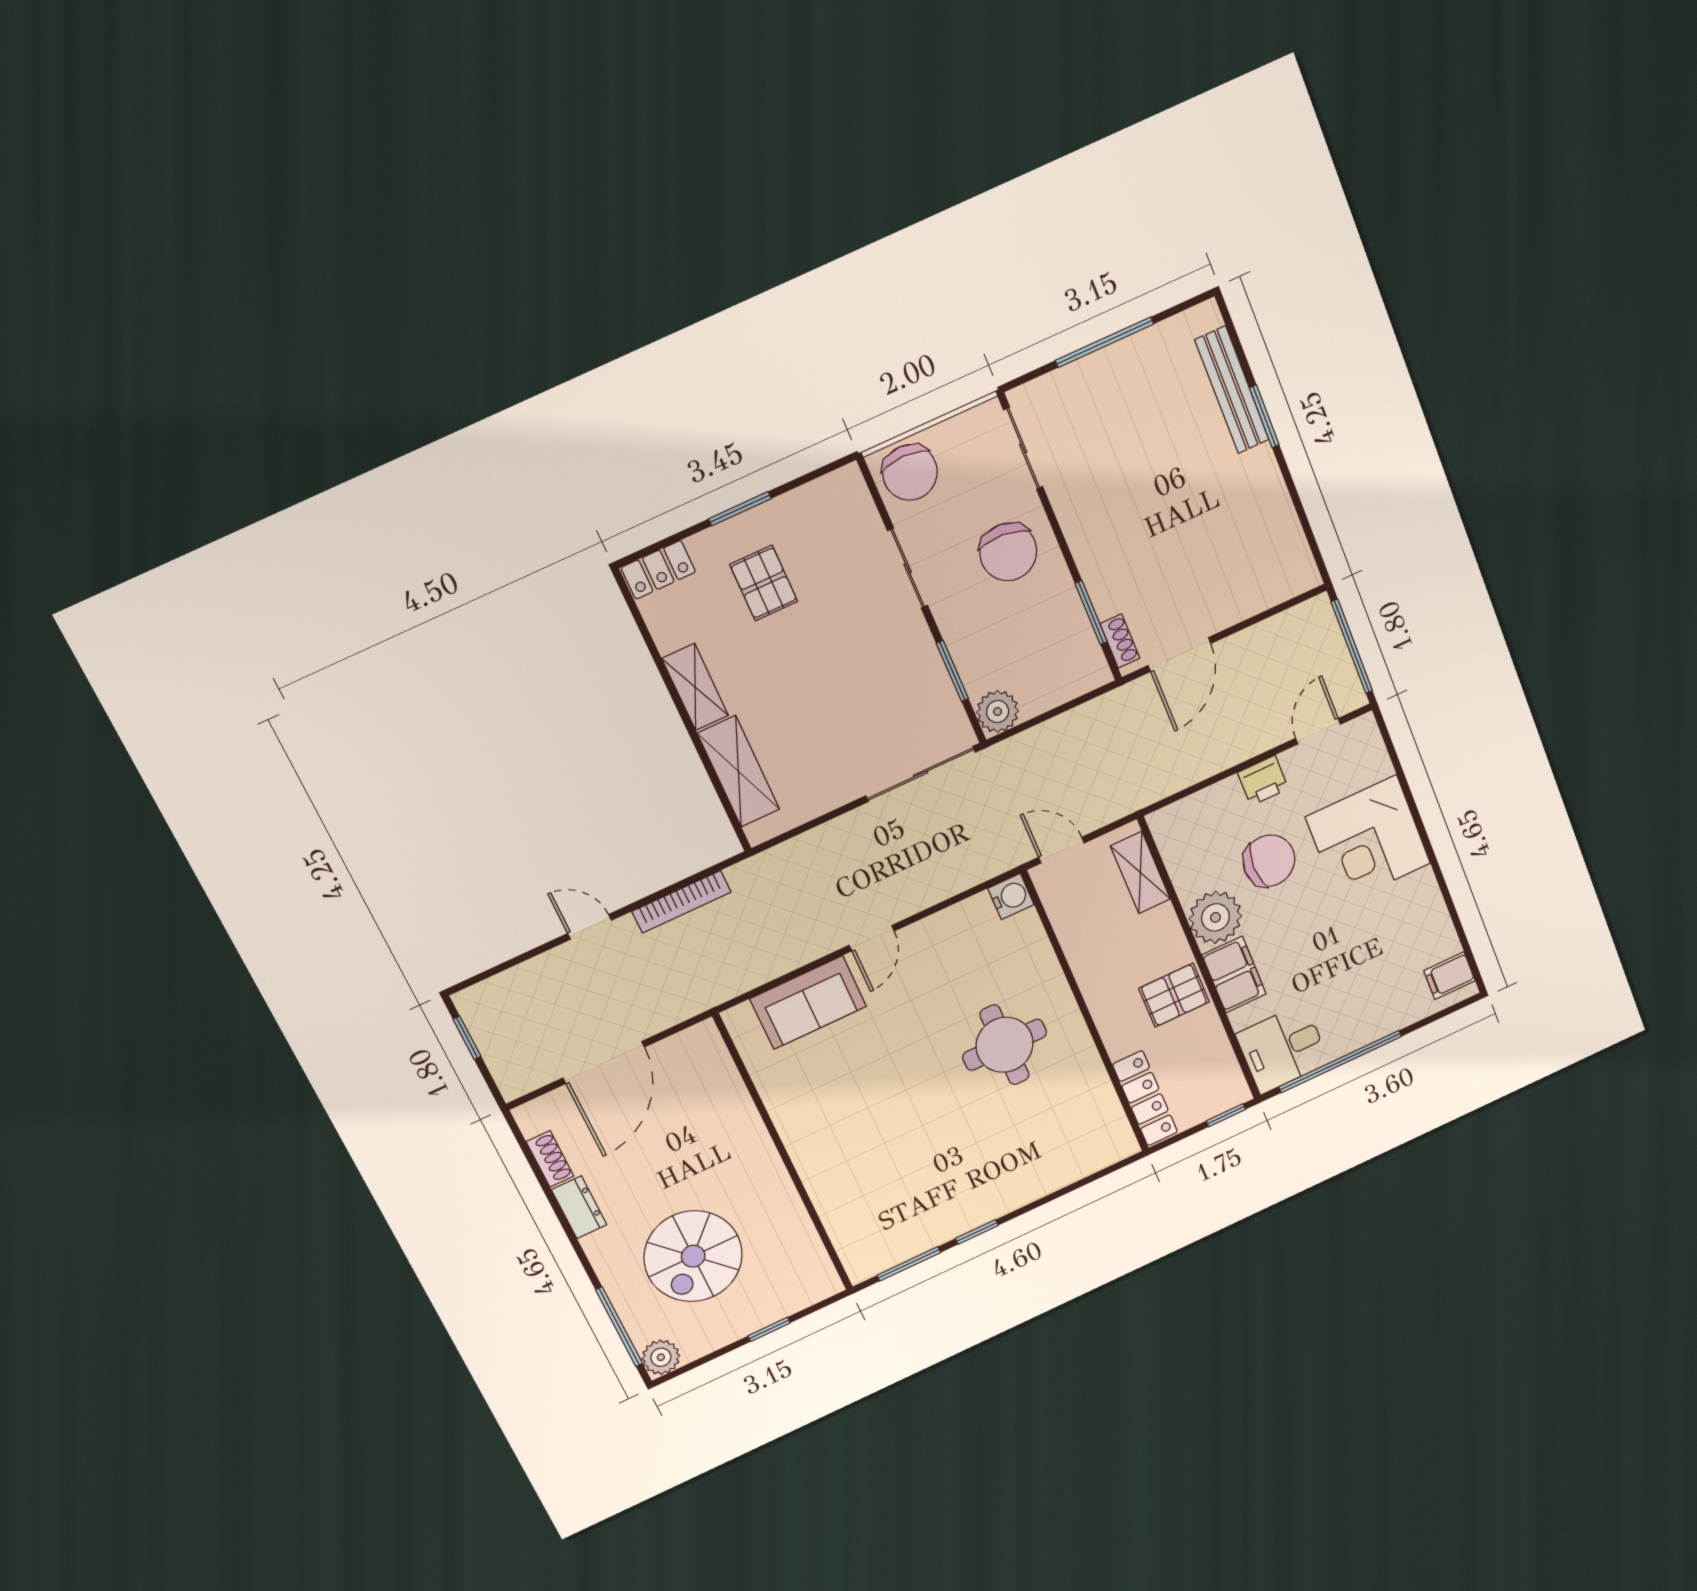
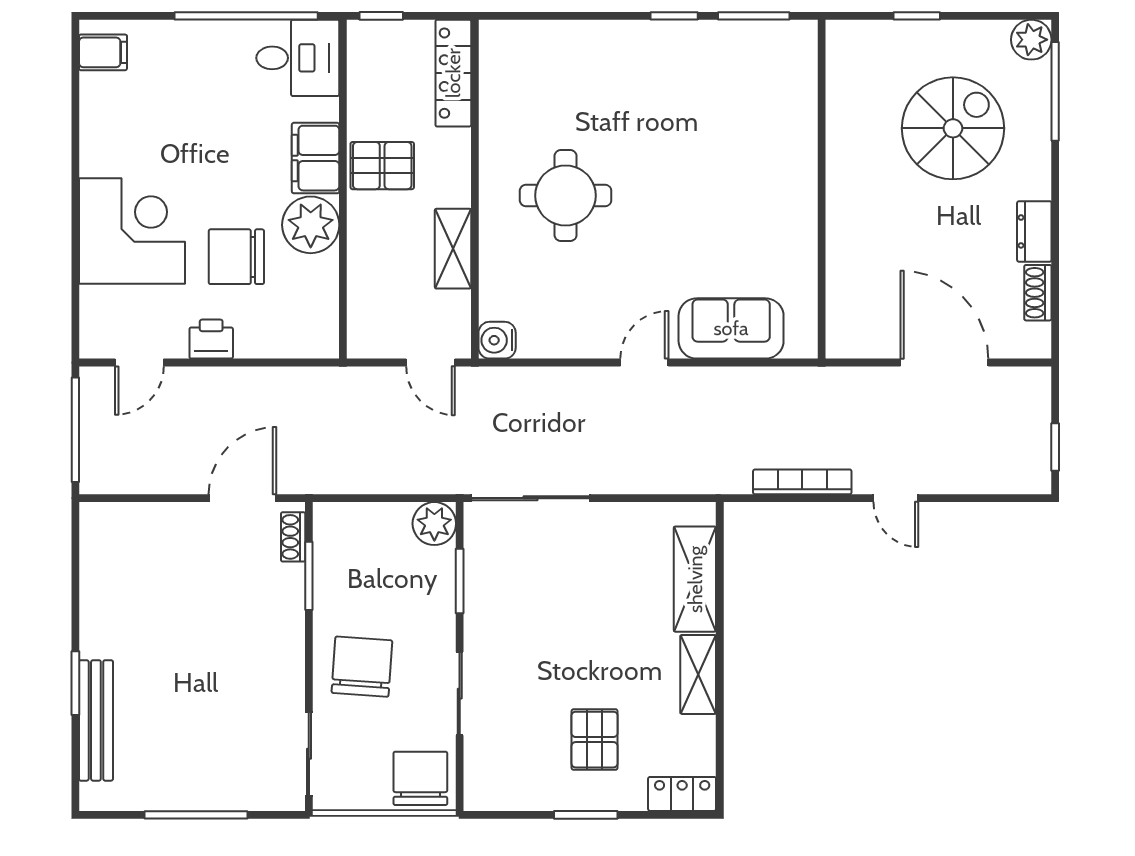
shelving: (1140, 873) -> (453, 249), moved
door: (604, 1062) -> (944, 363), hinge flipped

